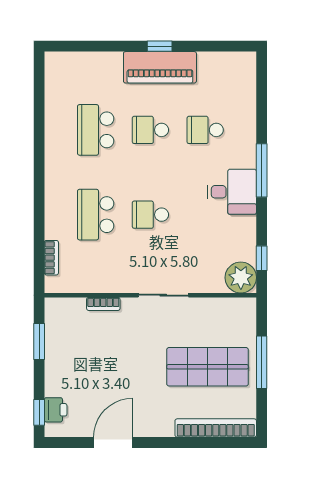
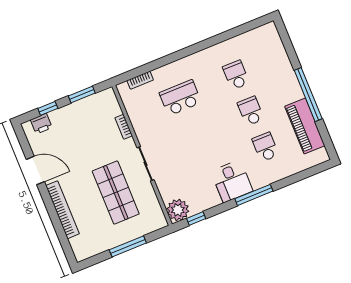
window: (160, 46) -> (308, 95), width x3.17
piano: (160, 67) -> (305, 126), moved
school desk: (96, 130) -> (236, 75), width x0.54
school desk: (150, 215) -> (195, 134), removed
shop shelf: (208, 367) -> (116, 192), moved
window: (39, 412) -> (48, 108), moved
bookcase: (216, 428) -> (62, 210), moved

